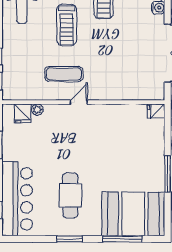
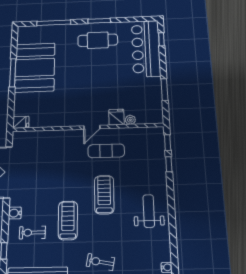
fridge: (22, 113) -> (116, 117), moved
cafe table: (70, 195) -> (98, 40), moved, turned 90
booth: (133, 214) -> (35, 67), moved, turned 90

